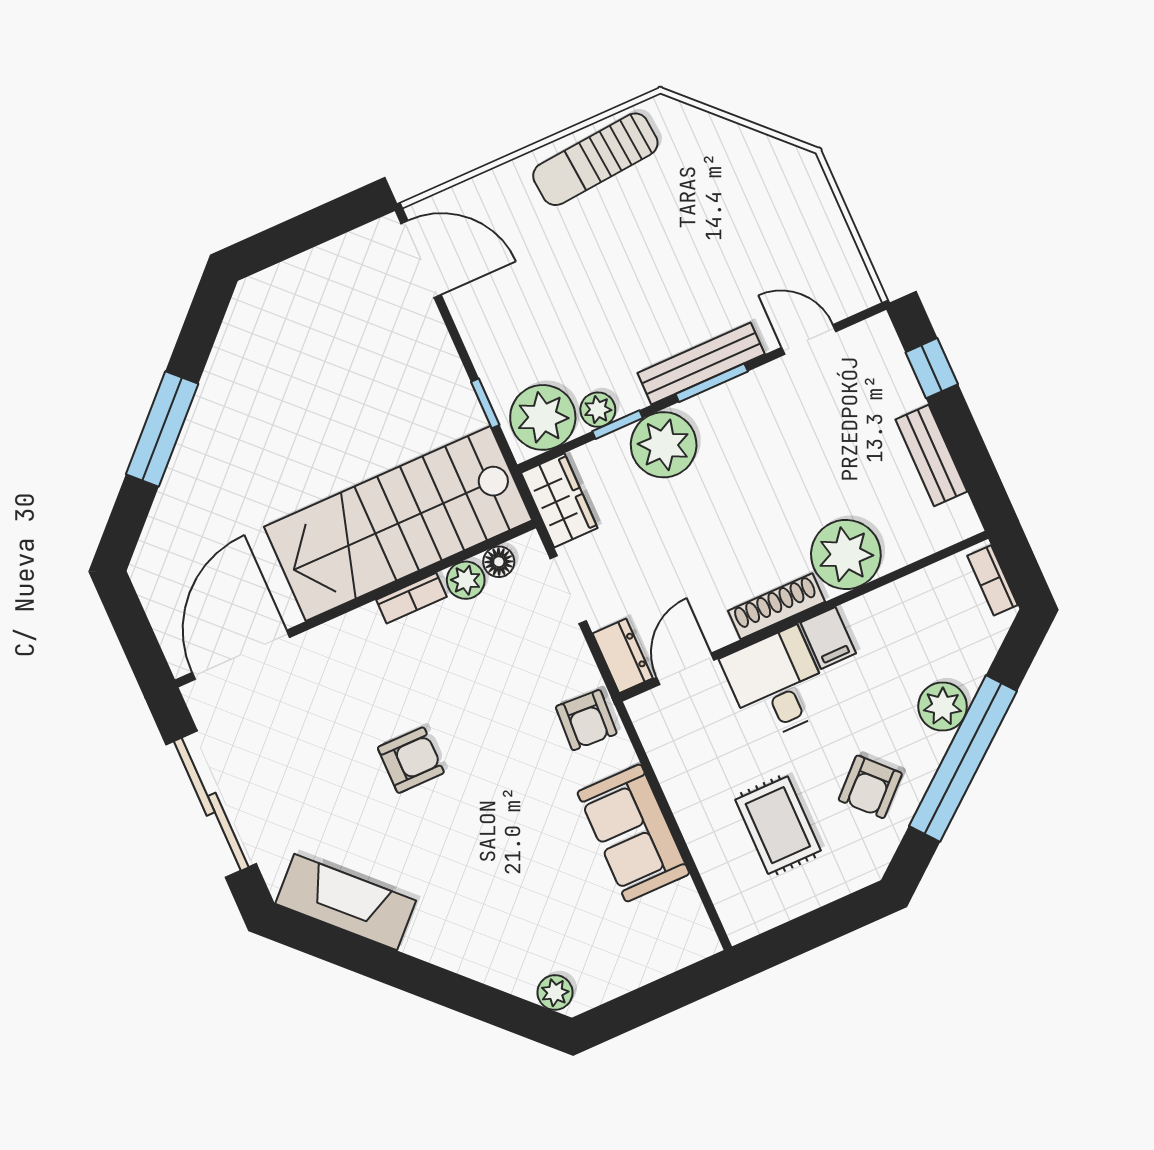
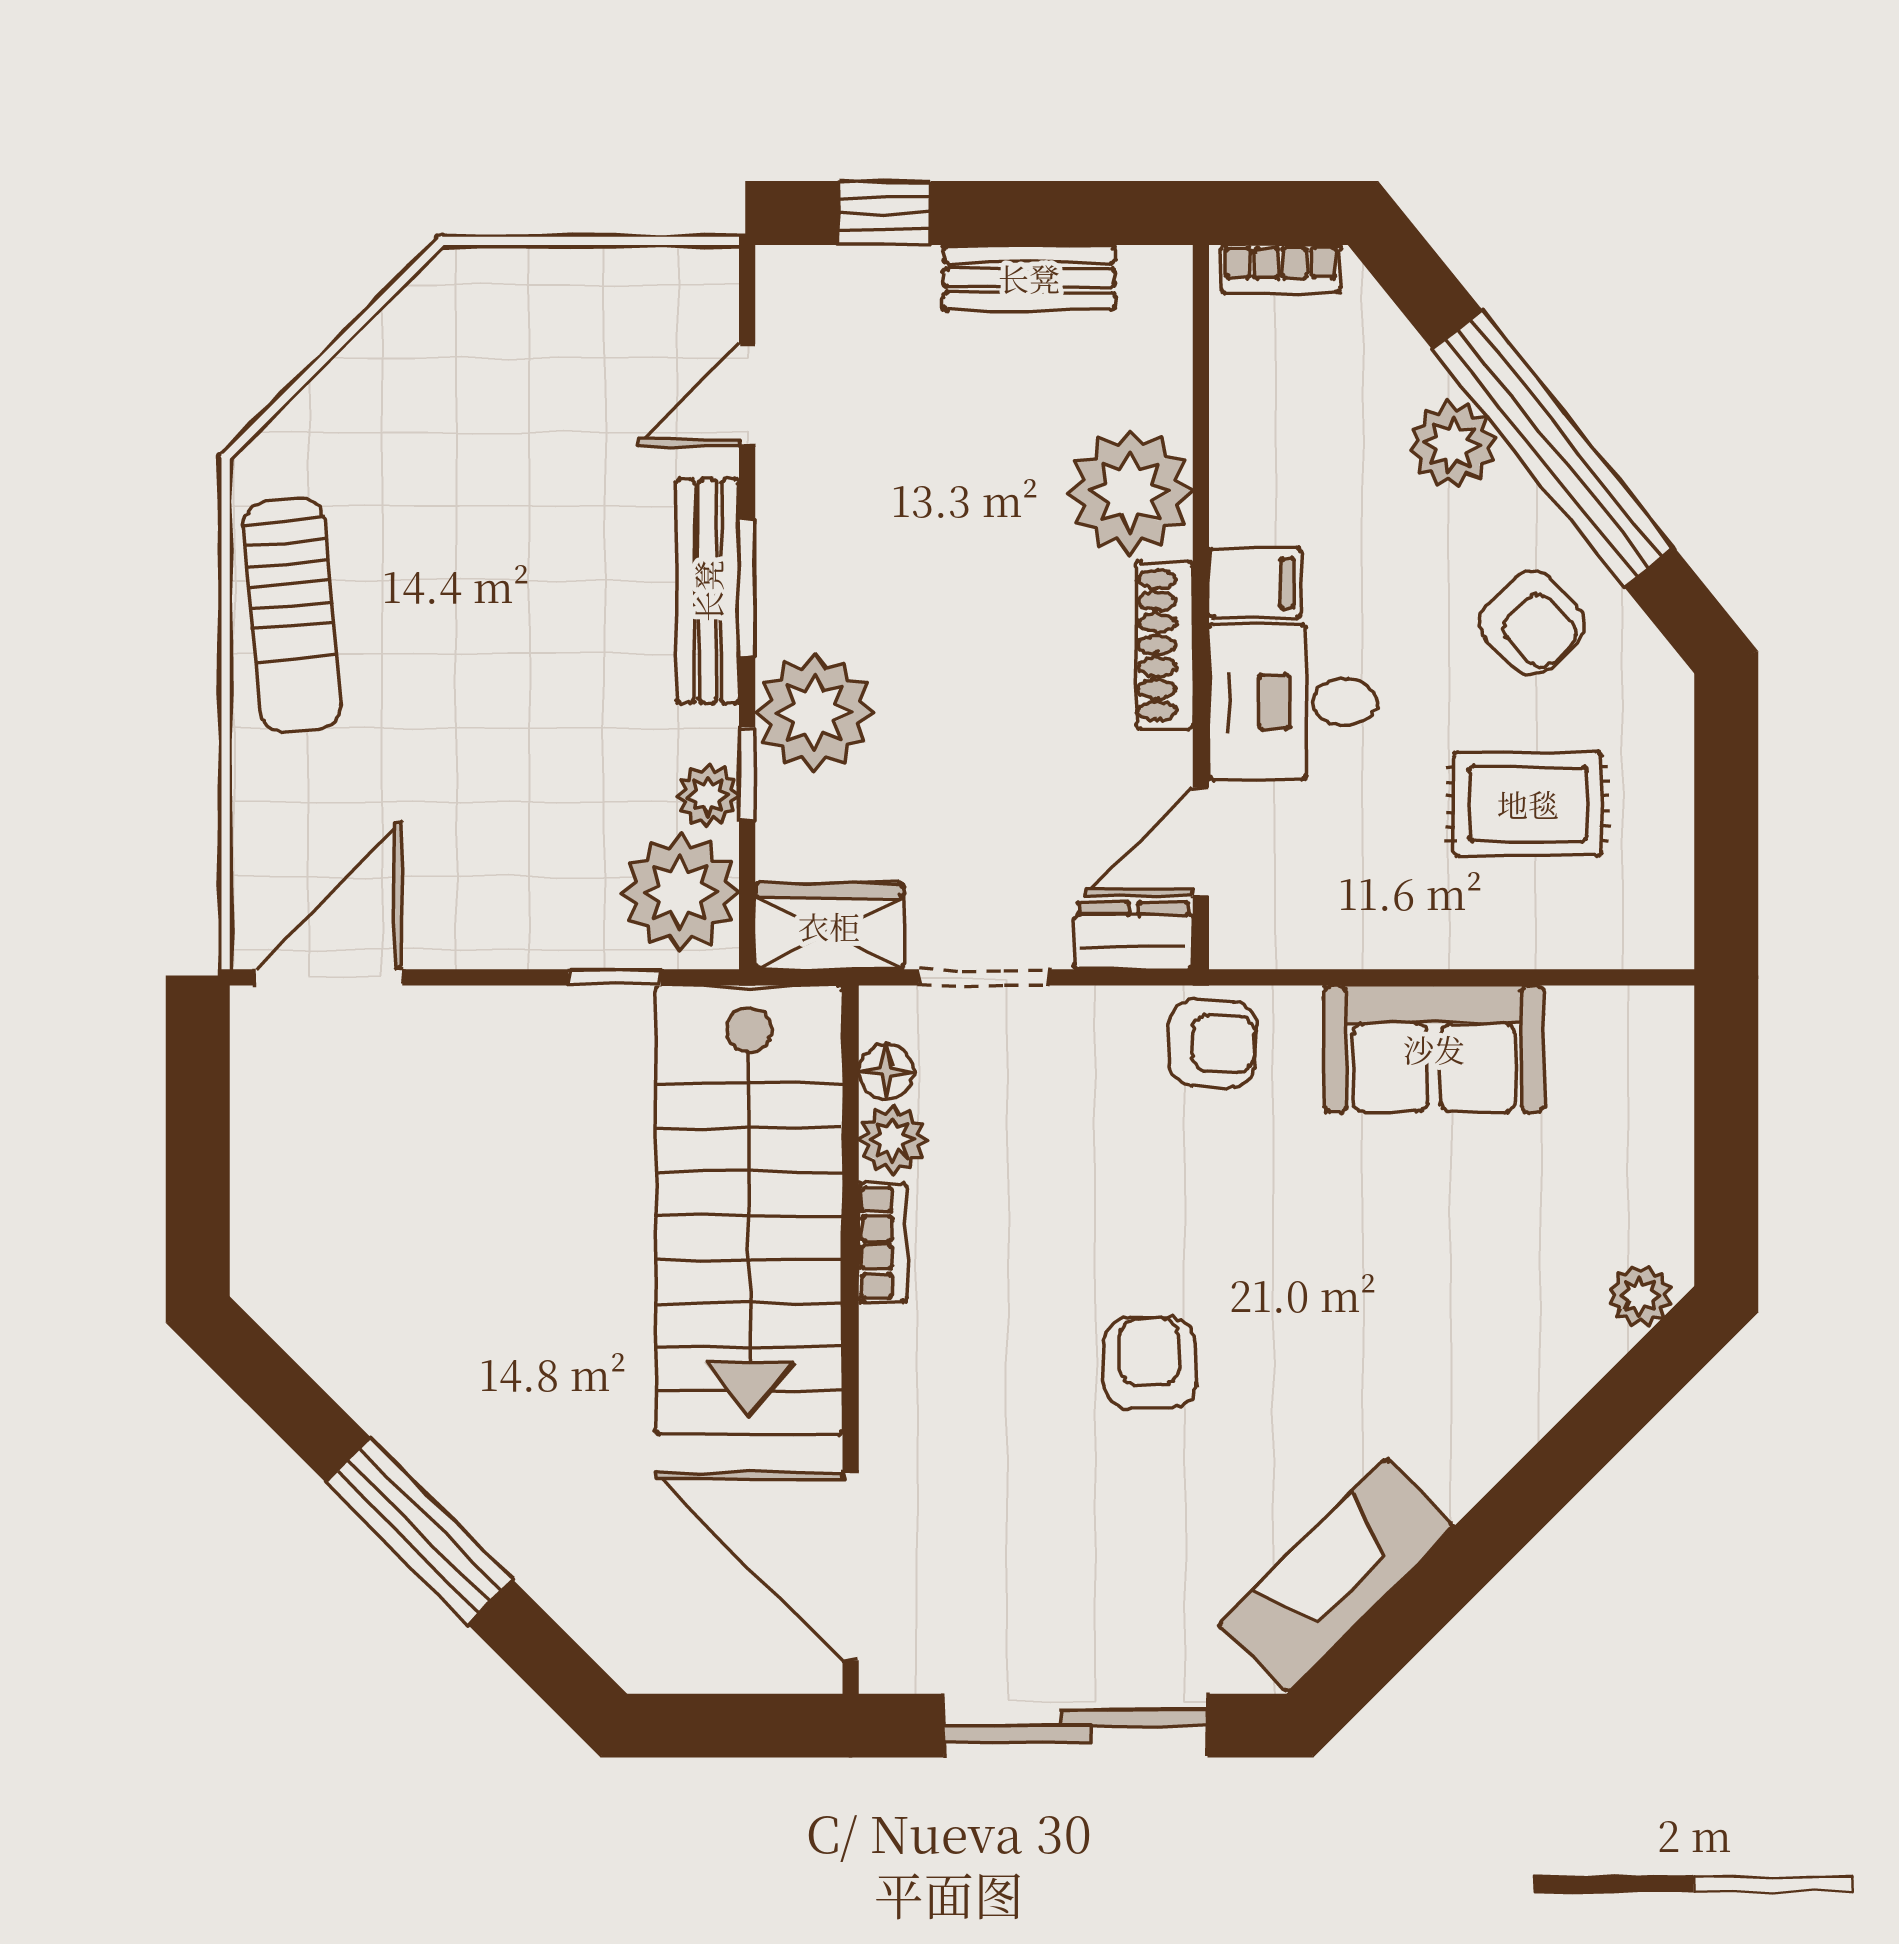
door: (685, 669) -> (1201, 842), hinge flipped

